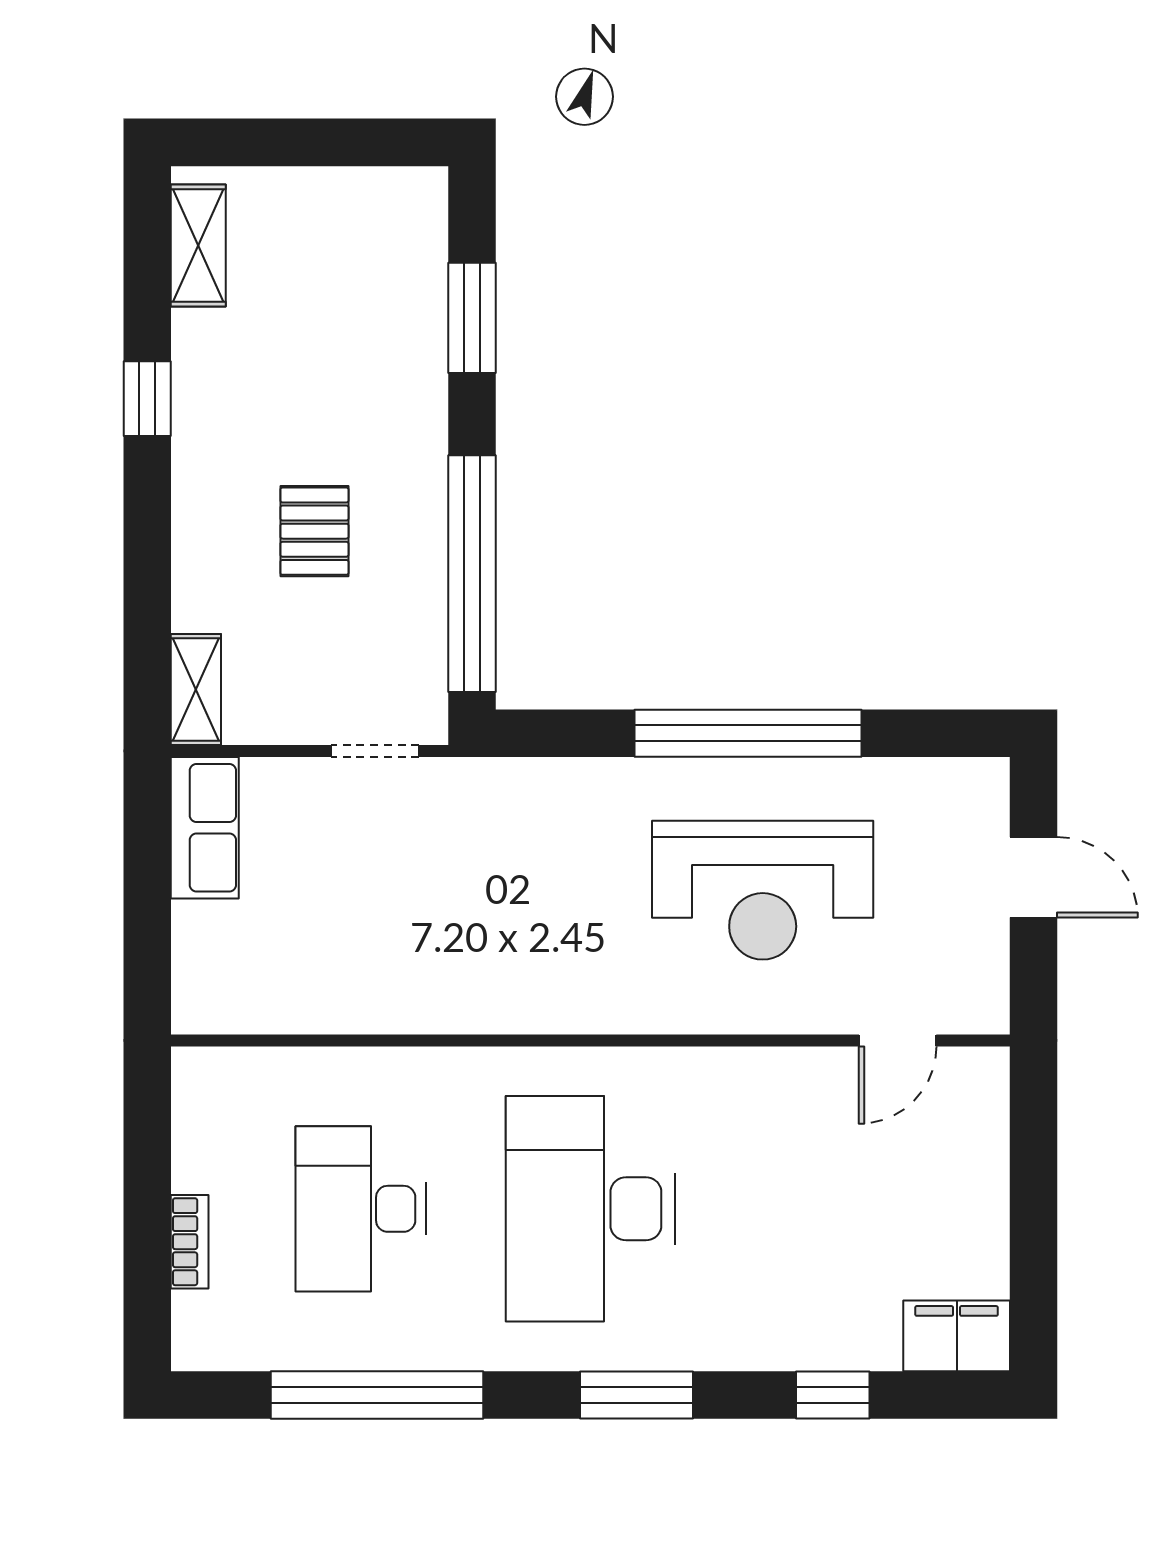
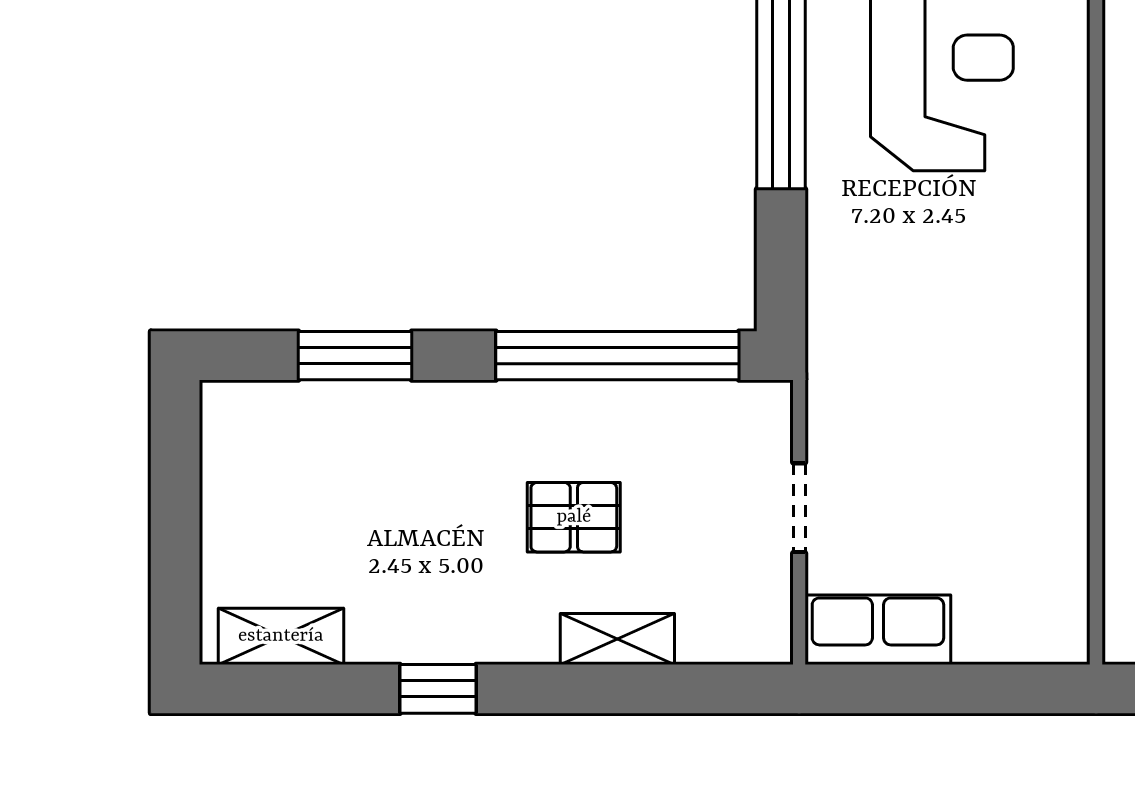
shelving: (196, 689) -> (617, 639), moved
doorway: (375, 751) -> (799, 508), moved

